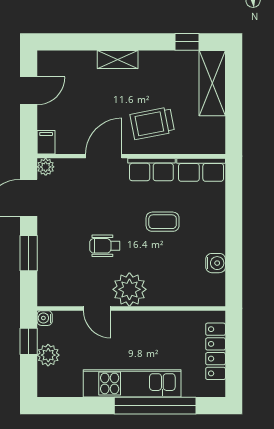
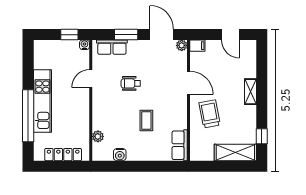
row of seats: (151, 170) -> (112, 47), moved, turned -90
wheelchair: (105, 246) -> (131, 83), turned -90
plant: (129, 289) -> (98, 136), moved, width x0.53, depth x0.53
plant: (48, 355) -> (61, 47), removed

